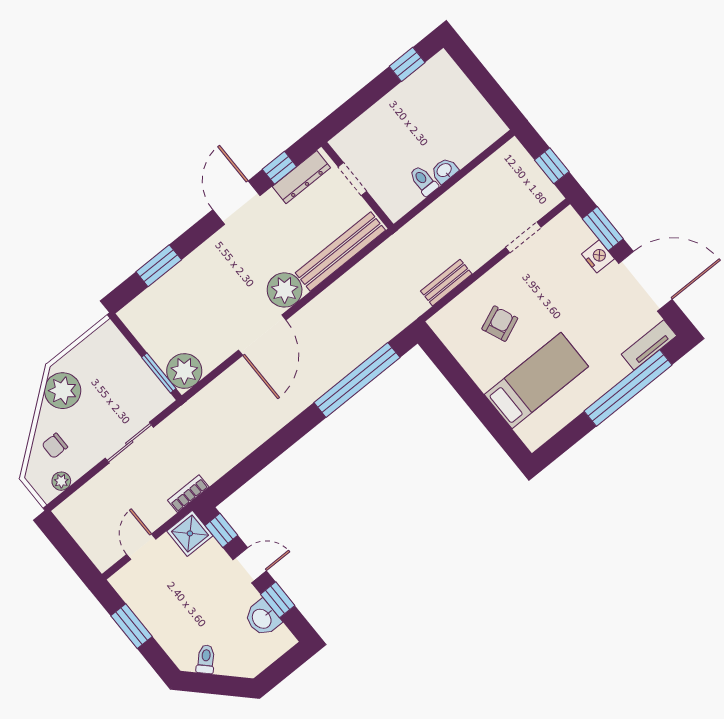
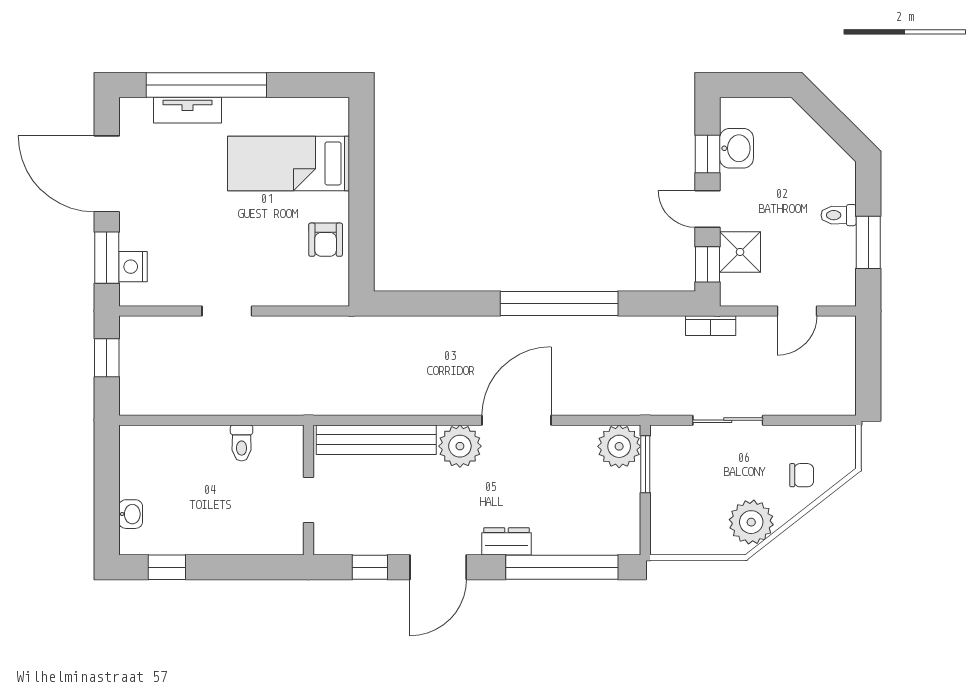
washbasin: (444, 170) -> (131, 514), moved, turned -90
dresser: (301, 177) -> (506, 541), moved, width x0.70
doorway: (523, 237) -> (227, 311), moved
nightstand: (598, 256) -> (133, 267), moved
window: (159, 266) -> (562, 567), width x2.11
bench: (446, 283) -> (299, 328), removed
armchair: (500, 324) -> (326, 240), moved, turned -67
tv unit: (649, 345) -> (188, 110), moved
window: (357, 380) -> (559, 303), moved
plant: (61, 481) -> (823, 436), removed
shower: (190, 533) -> (740, 252), moved
toilet: (206, 659) -> (839, 215), moved, turned 45

